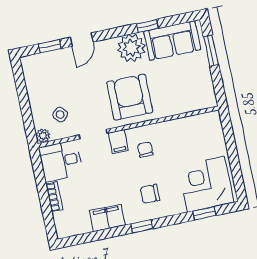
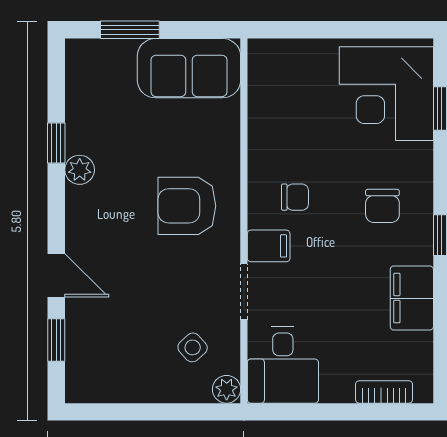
sofa: (172, 40) -> (189, 68), moved, turned 90
plant: (131, 48) -> (80, 170), width x0.53, depth x0.53
armchair: (130, 97) -> (187, 206), width x0.73, depth x0.73
chair: (145, 150) -> (295, 197), turned 180
bookcase: (54, 197) -> (384, 392), moved

